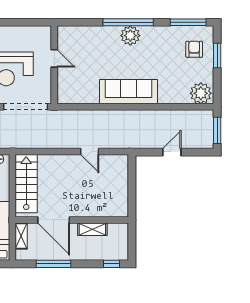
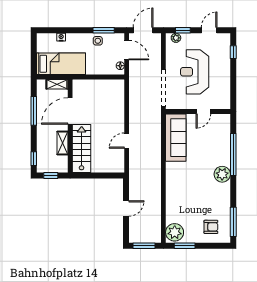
window: (128, 22) -> (233, 154), moved
window: (217, 55) -> (185, 246), moved
sofa: (128, 92) -> (176, 138), moved
door: (172, 152) -> (126, 209), hinge flipped
stairs: (26, 184) -> (82, 148), moved, turned -90
window: (132, 243) -> (51, 175), added

